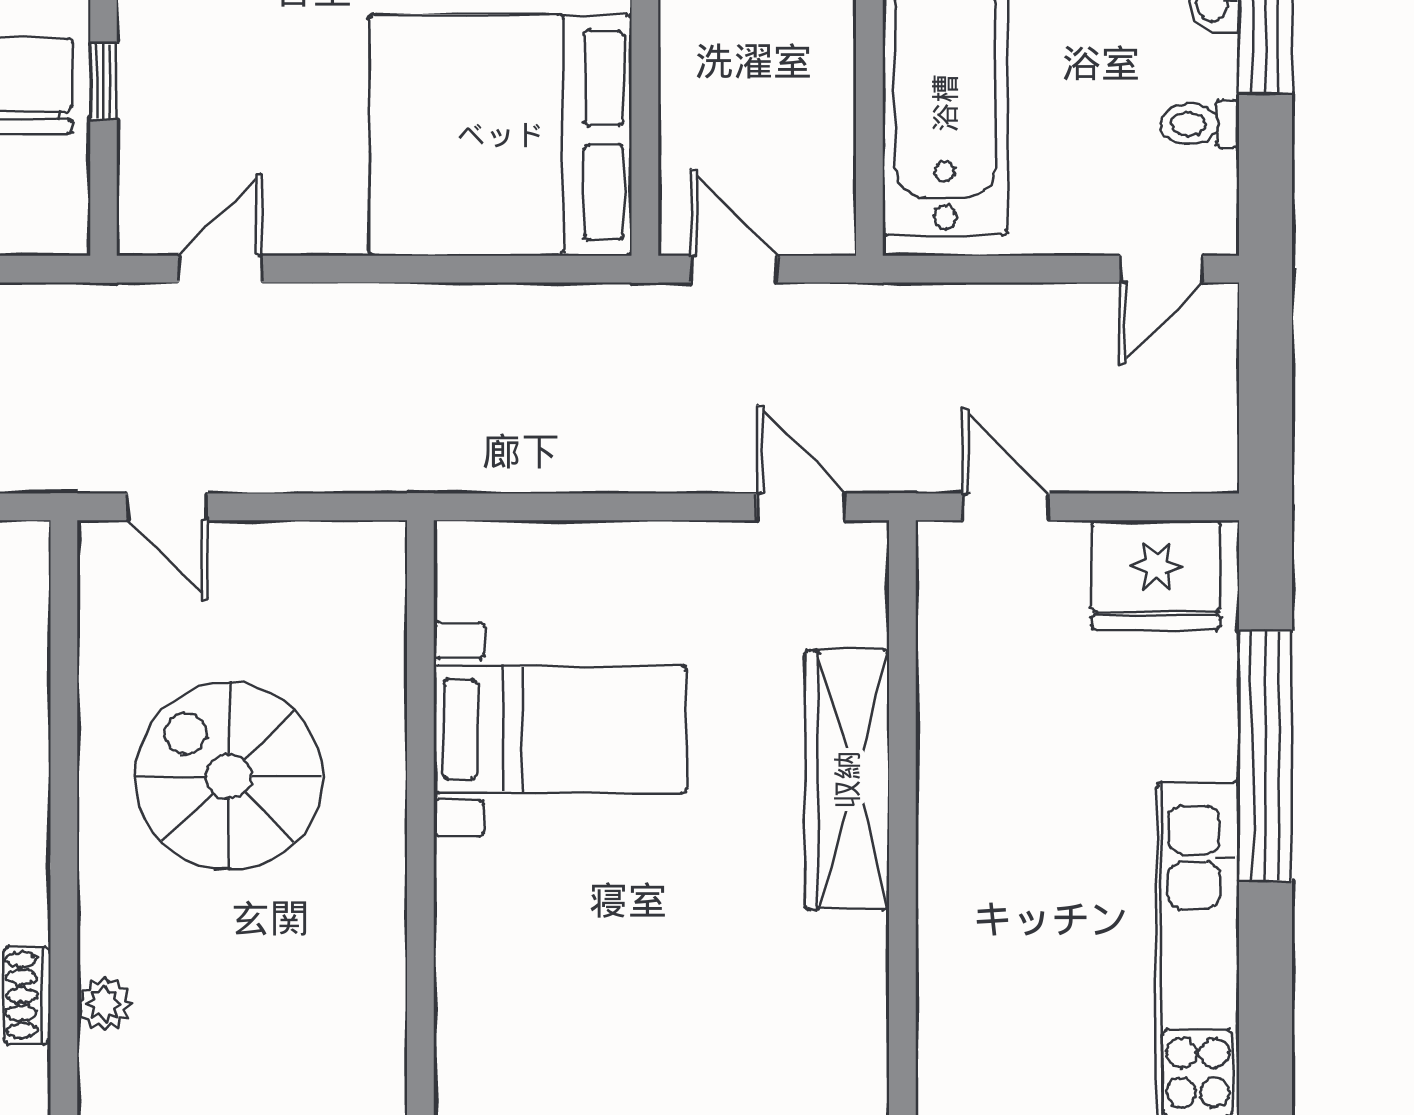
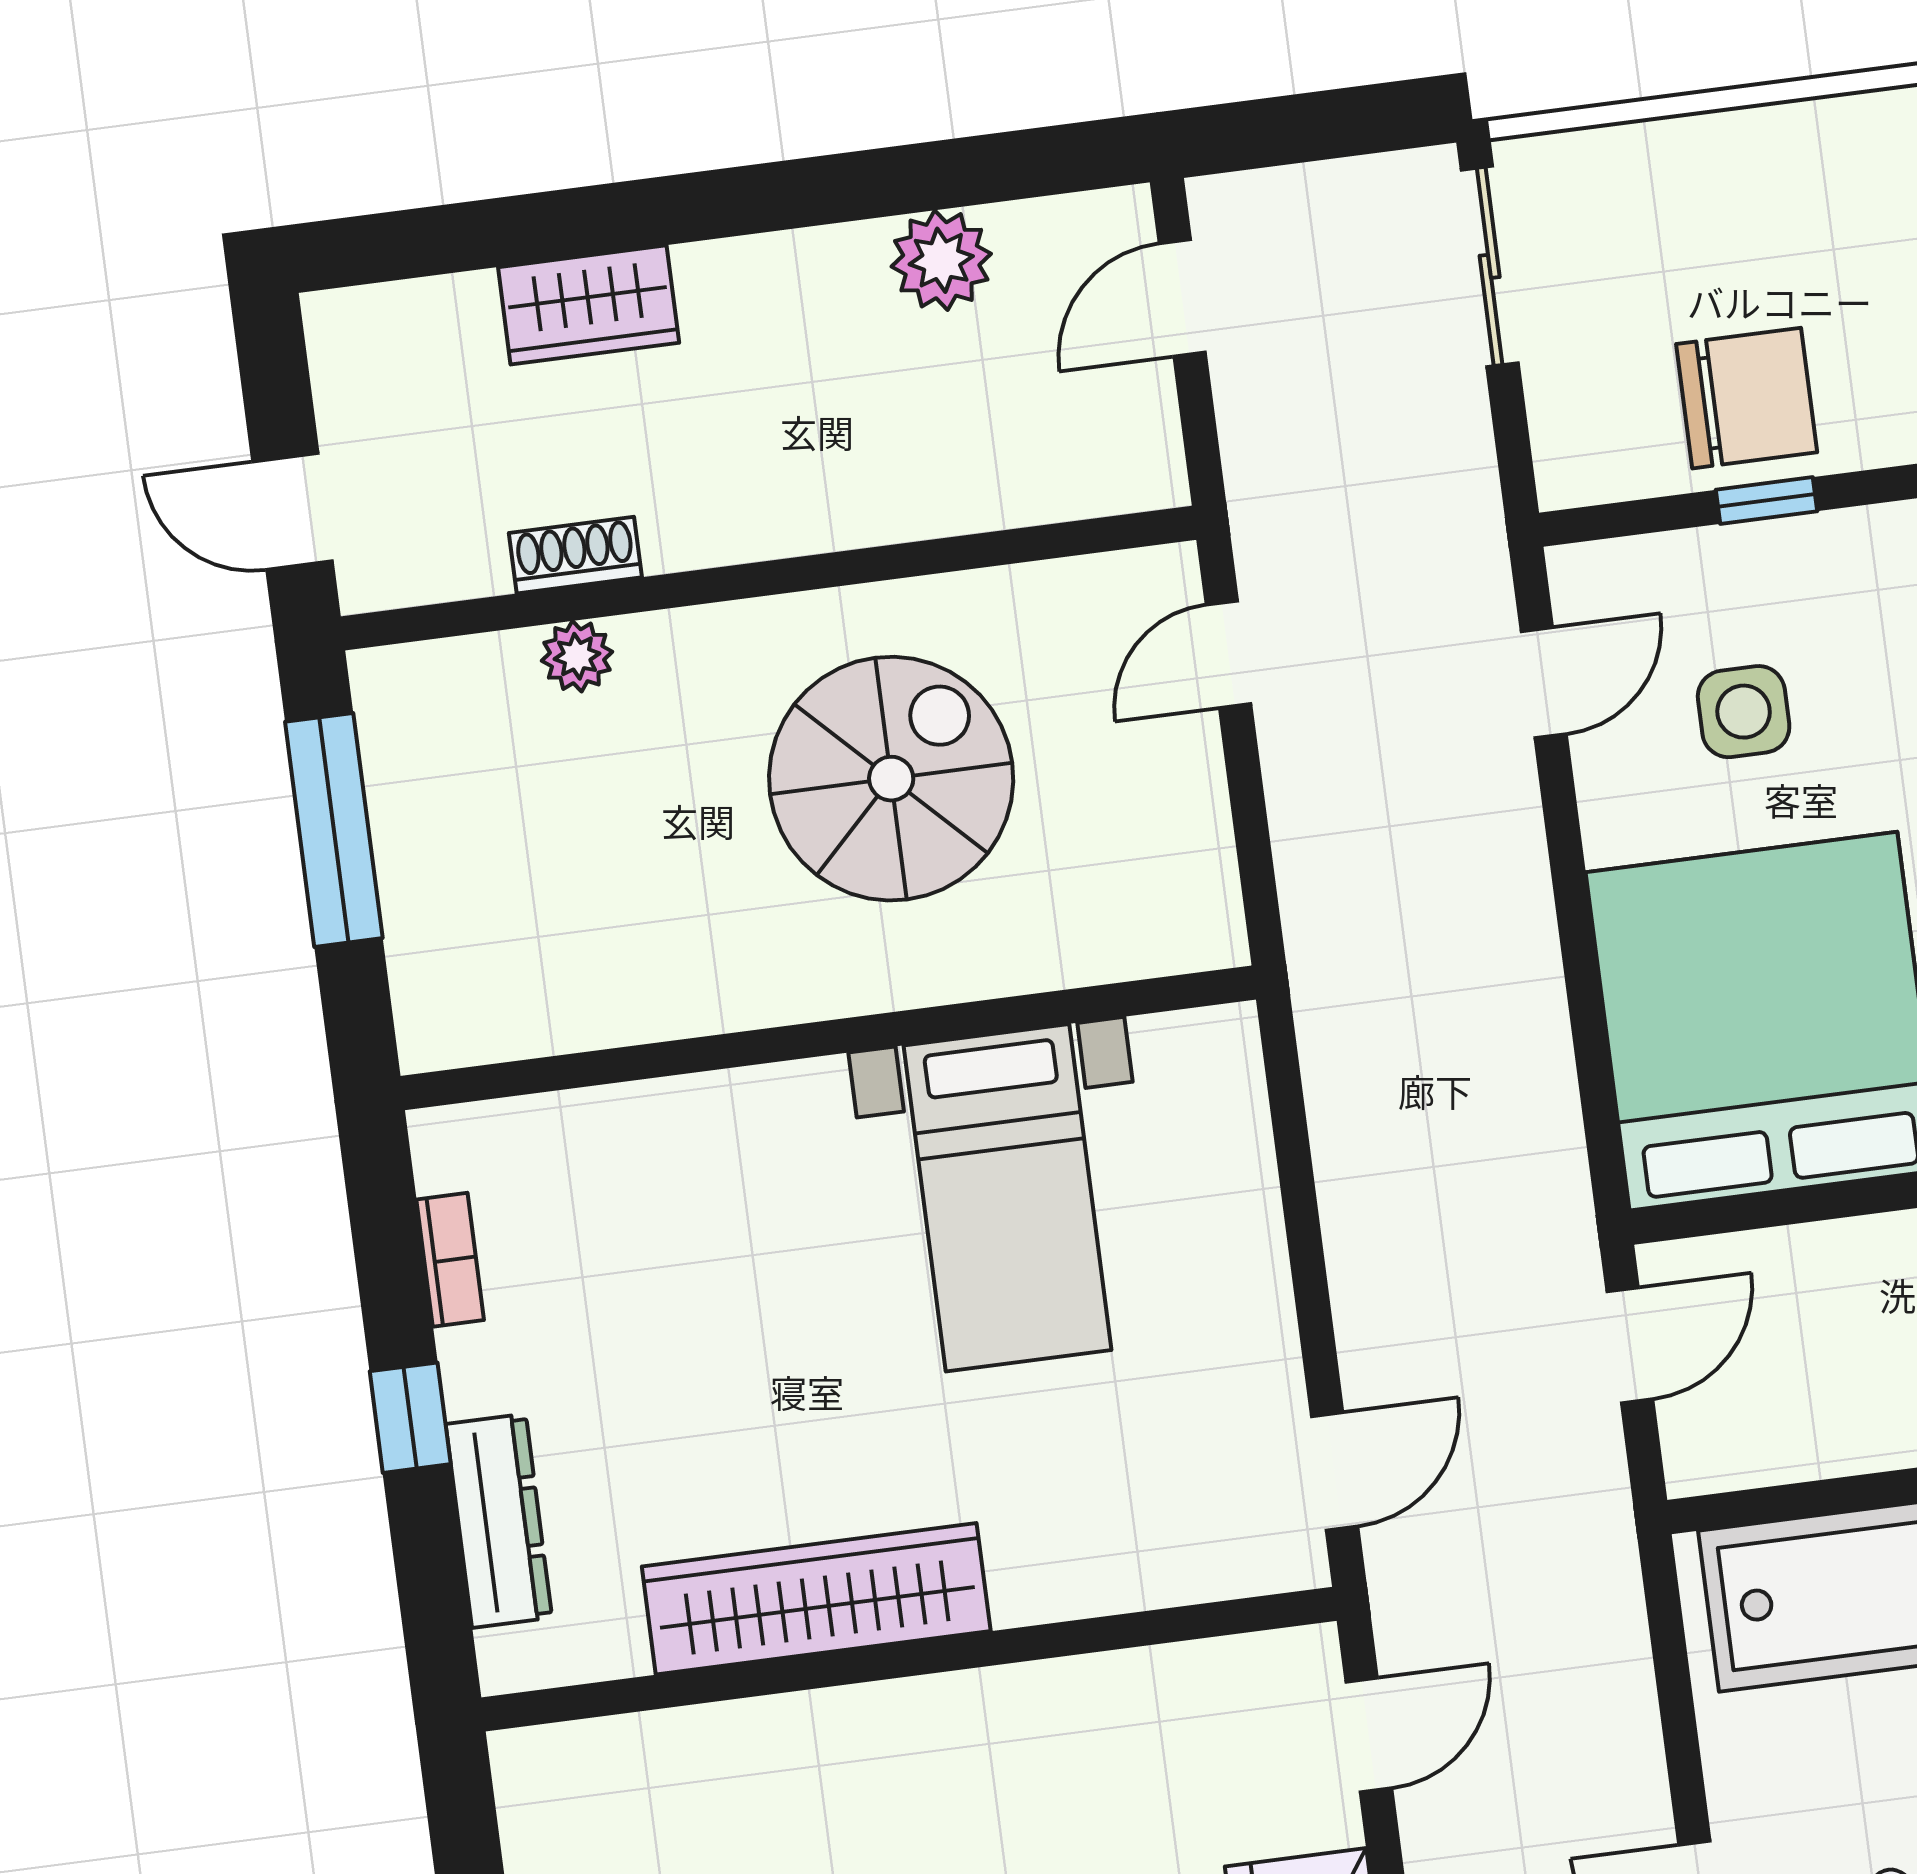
side table: (262, 120) -> (1744, 712), added
door: (220, 269) -> (1544, 683), hinge flipped
wardrobe: (847, 780) -> (816, 1599), moved

